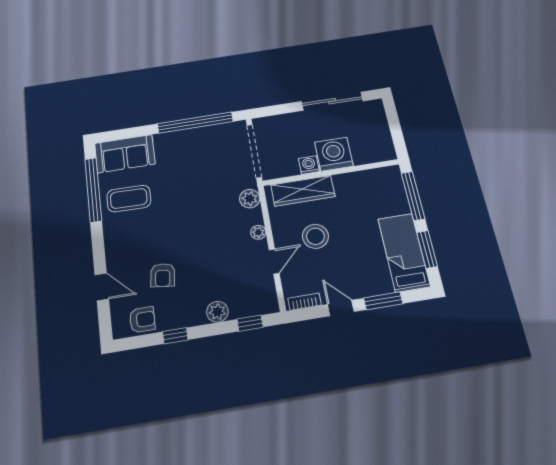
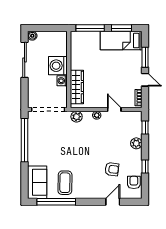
boiler: (376, 106) -> (32, 36), added
stool: (315, 236) -> (104, 85), removed
door: (341, 308) -> (145, 80), swing flipped

